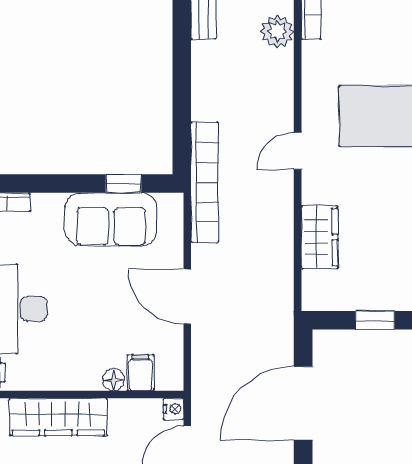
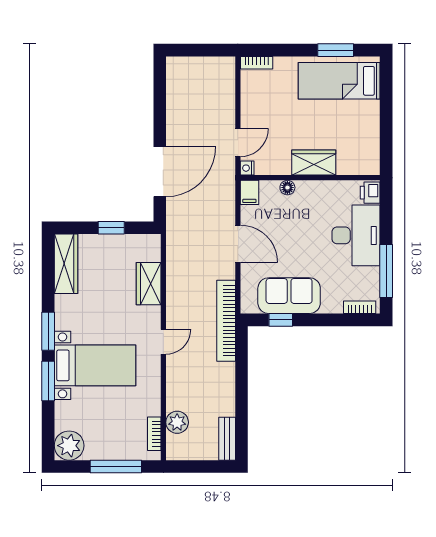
filing cabinet: (141, 373) -> (249, 192), moved
wardrobe: (58, 417) -> (314, 163), width x0.67

